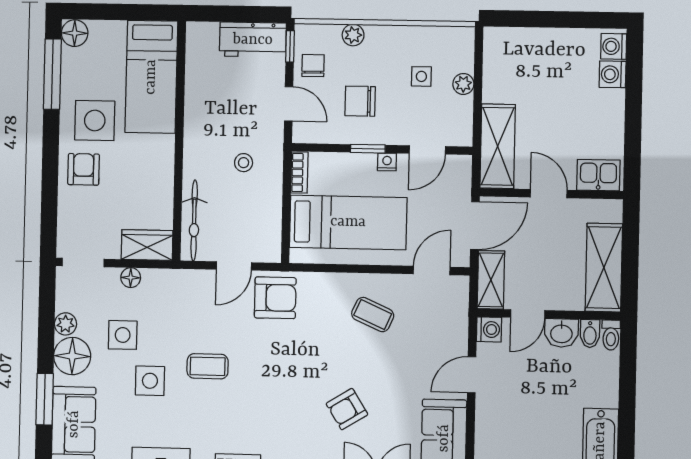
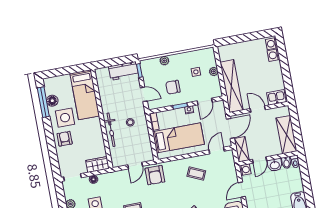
floor lamp: (75, 33) -> (52, 101), moved
chair: (313, 66) -> (150, 76), removed
shelving: (498, 146) -> (231, 86), width x1.47
bicycle: (194, 220) -> (111, 130), moved
armchair: (275, 298) -> (155, 175), turned 90

